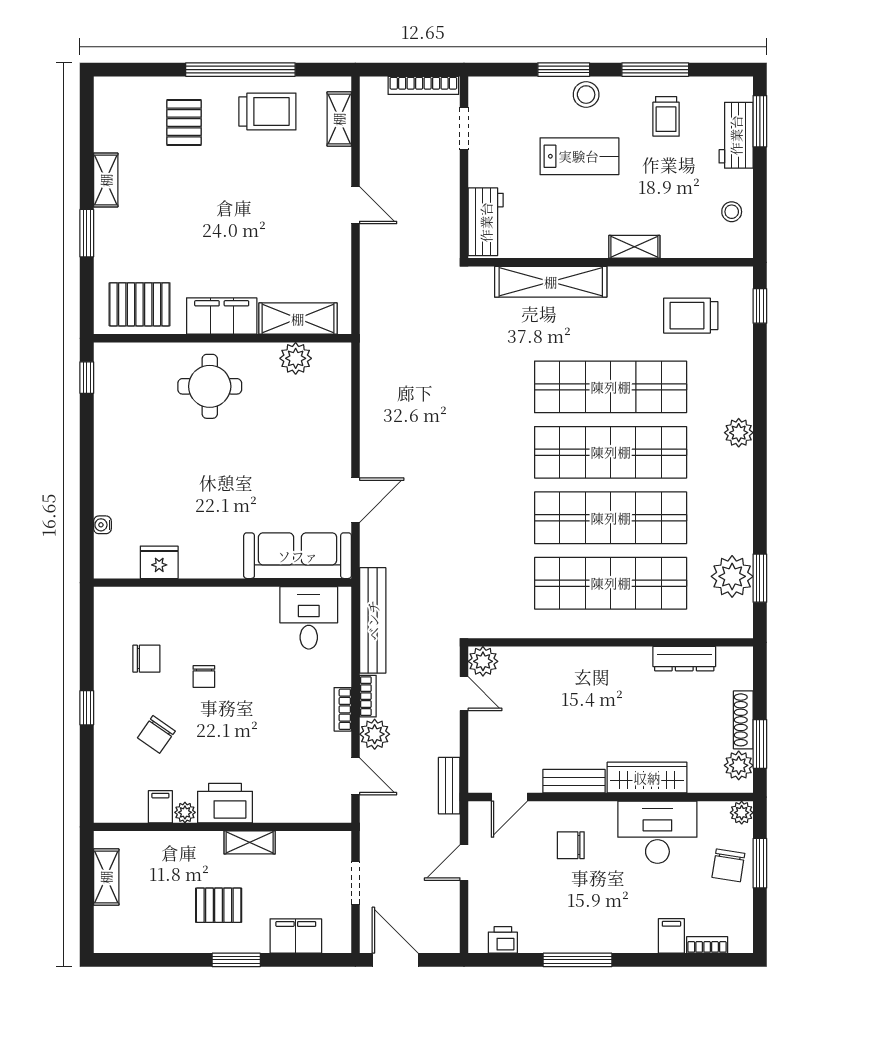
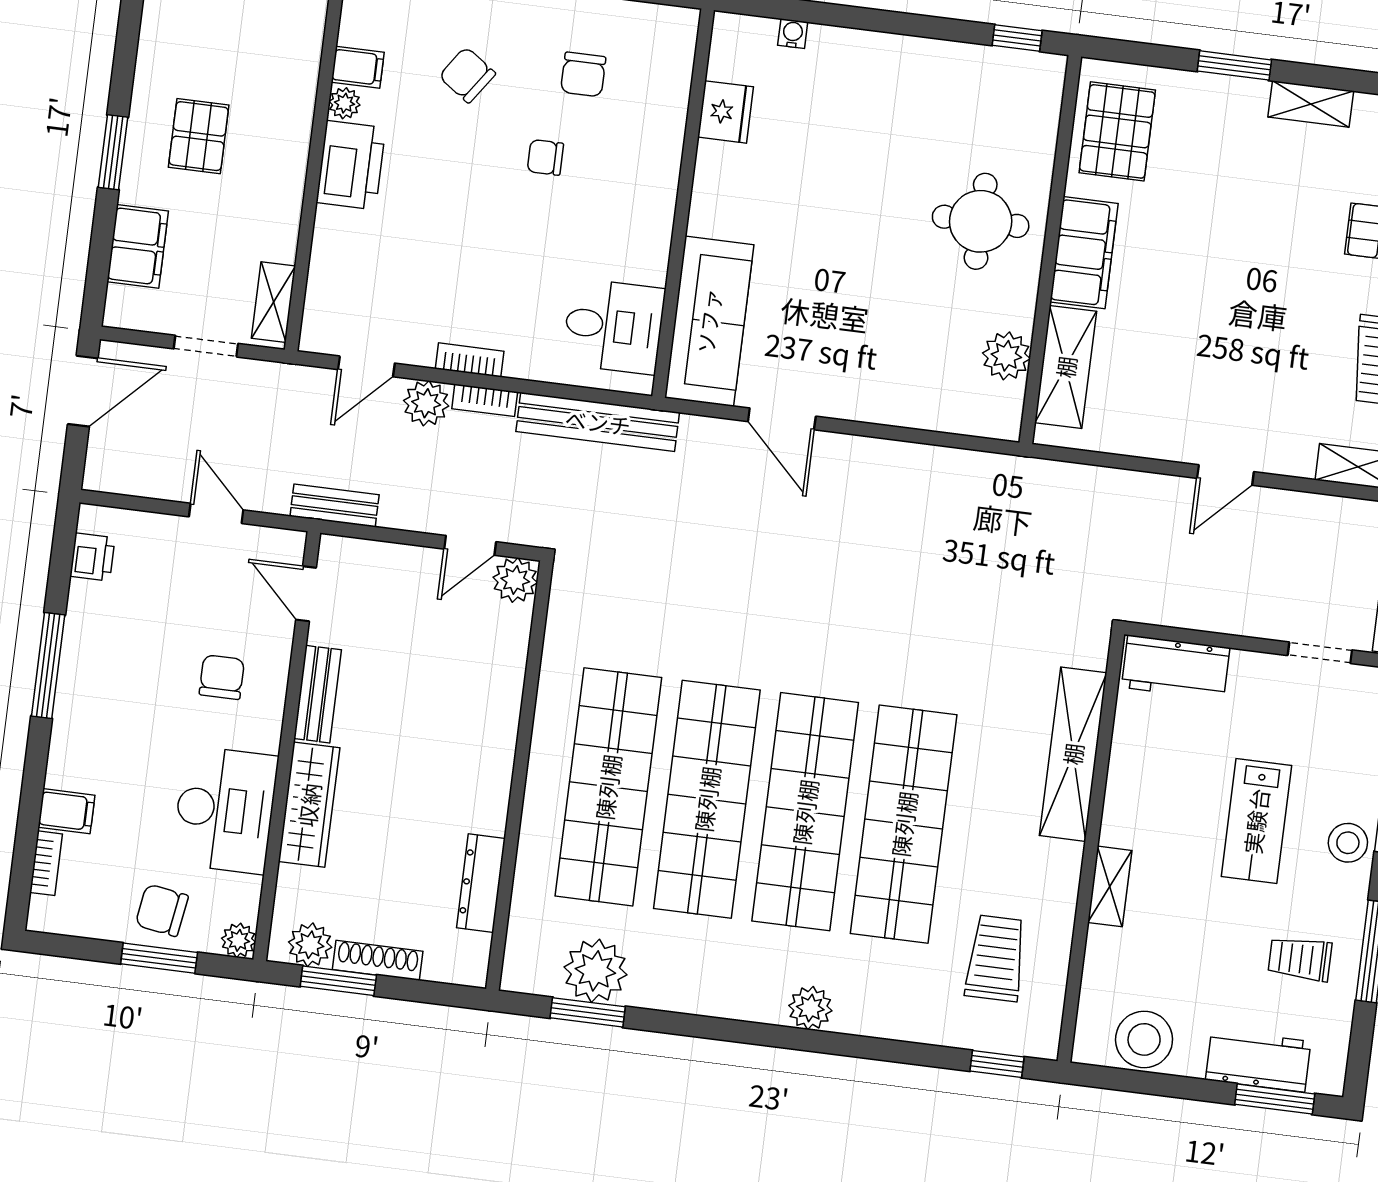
stool: (732, 212) -> (1144, 1039), width x1.89, depth x1.89
shelving: (250, 842) -> (273, 302), moved

